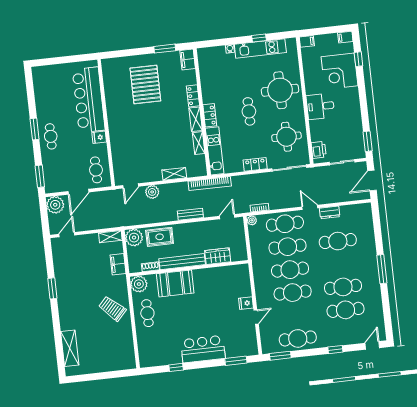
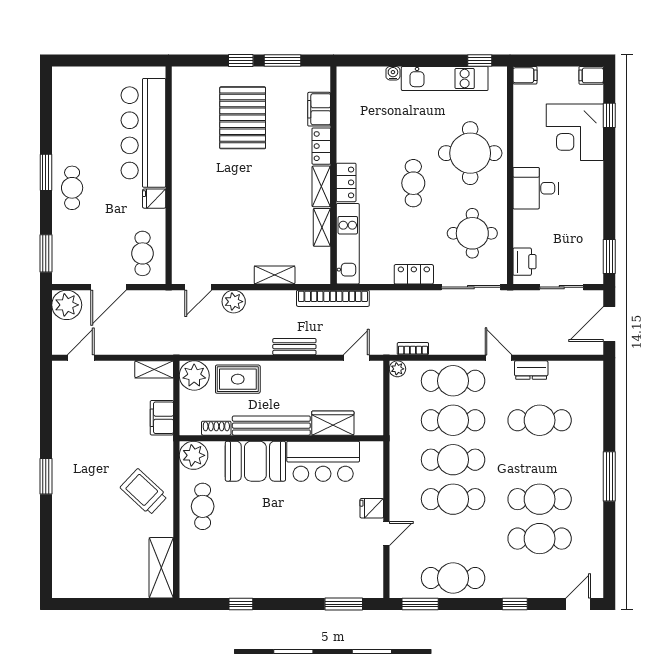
window: (259, 38) -> (480, 60), moved
window: (141, 51) -> (241, 60), added
filing cabinet: (188, 59) -> (319, 109), moved
window: (52, 288) -> (46, 476), moved
shelving: (70, 348) -> (161, 568), moved
bar counter: (203, 349) -> (323, 461), moved, turned 180

